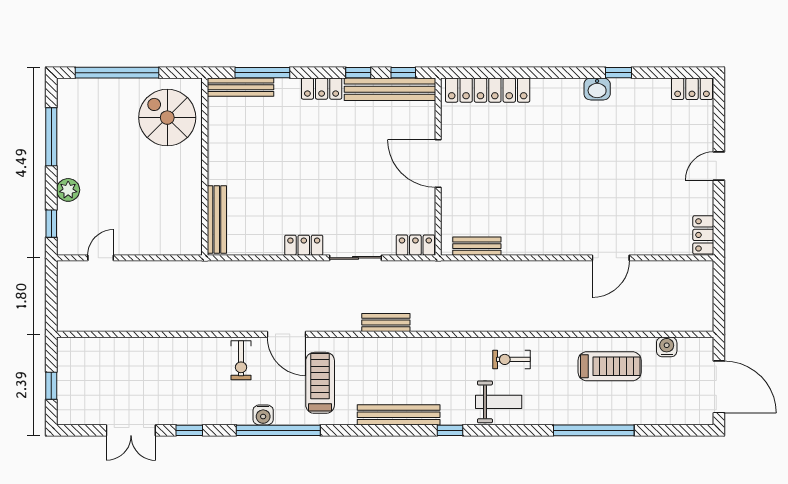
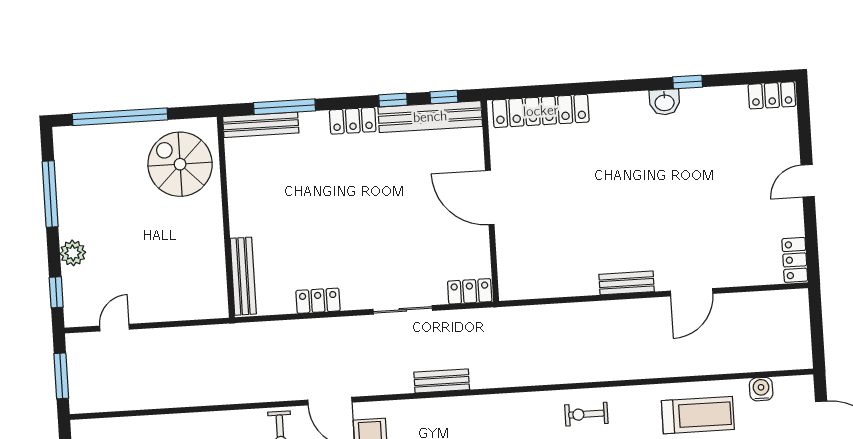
locker: (304, 245) -> (318, 301), moved
bench: (477, 246) -> (627, 283), moved
window: (51, 298) -> (61, 376), added

